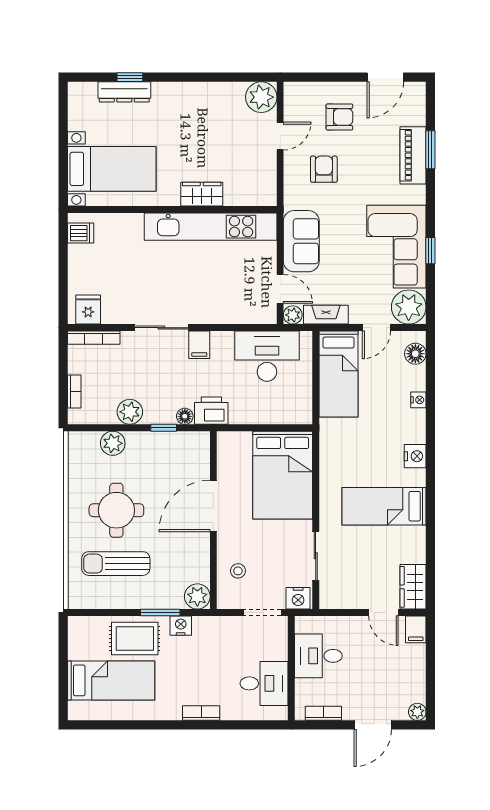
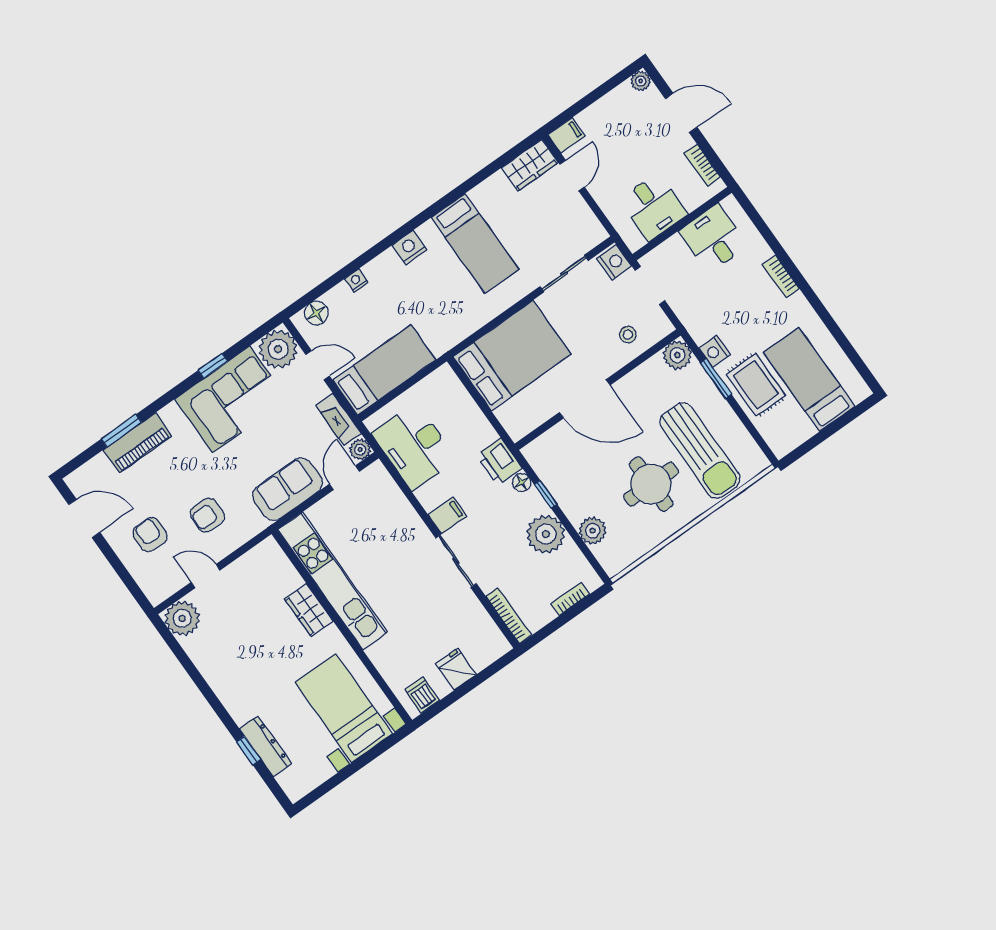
fridge: (88, 310) -> (456, 669), moved, turned 90
plant: (130, 412) -> (546, 534), width x1.36, depth x1.36
sun lounger: (116, 564) -> (700, 450), width x1.36, depth x1.34

